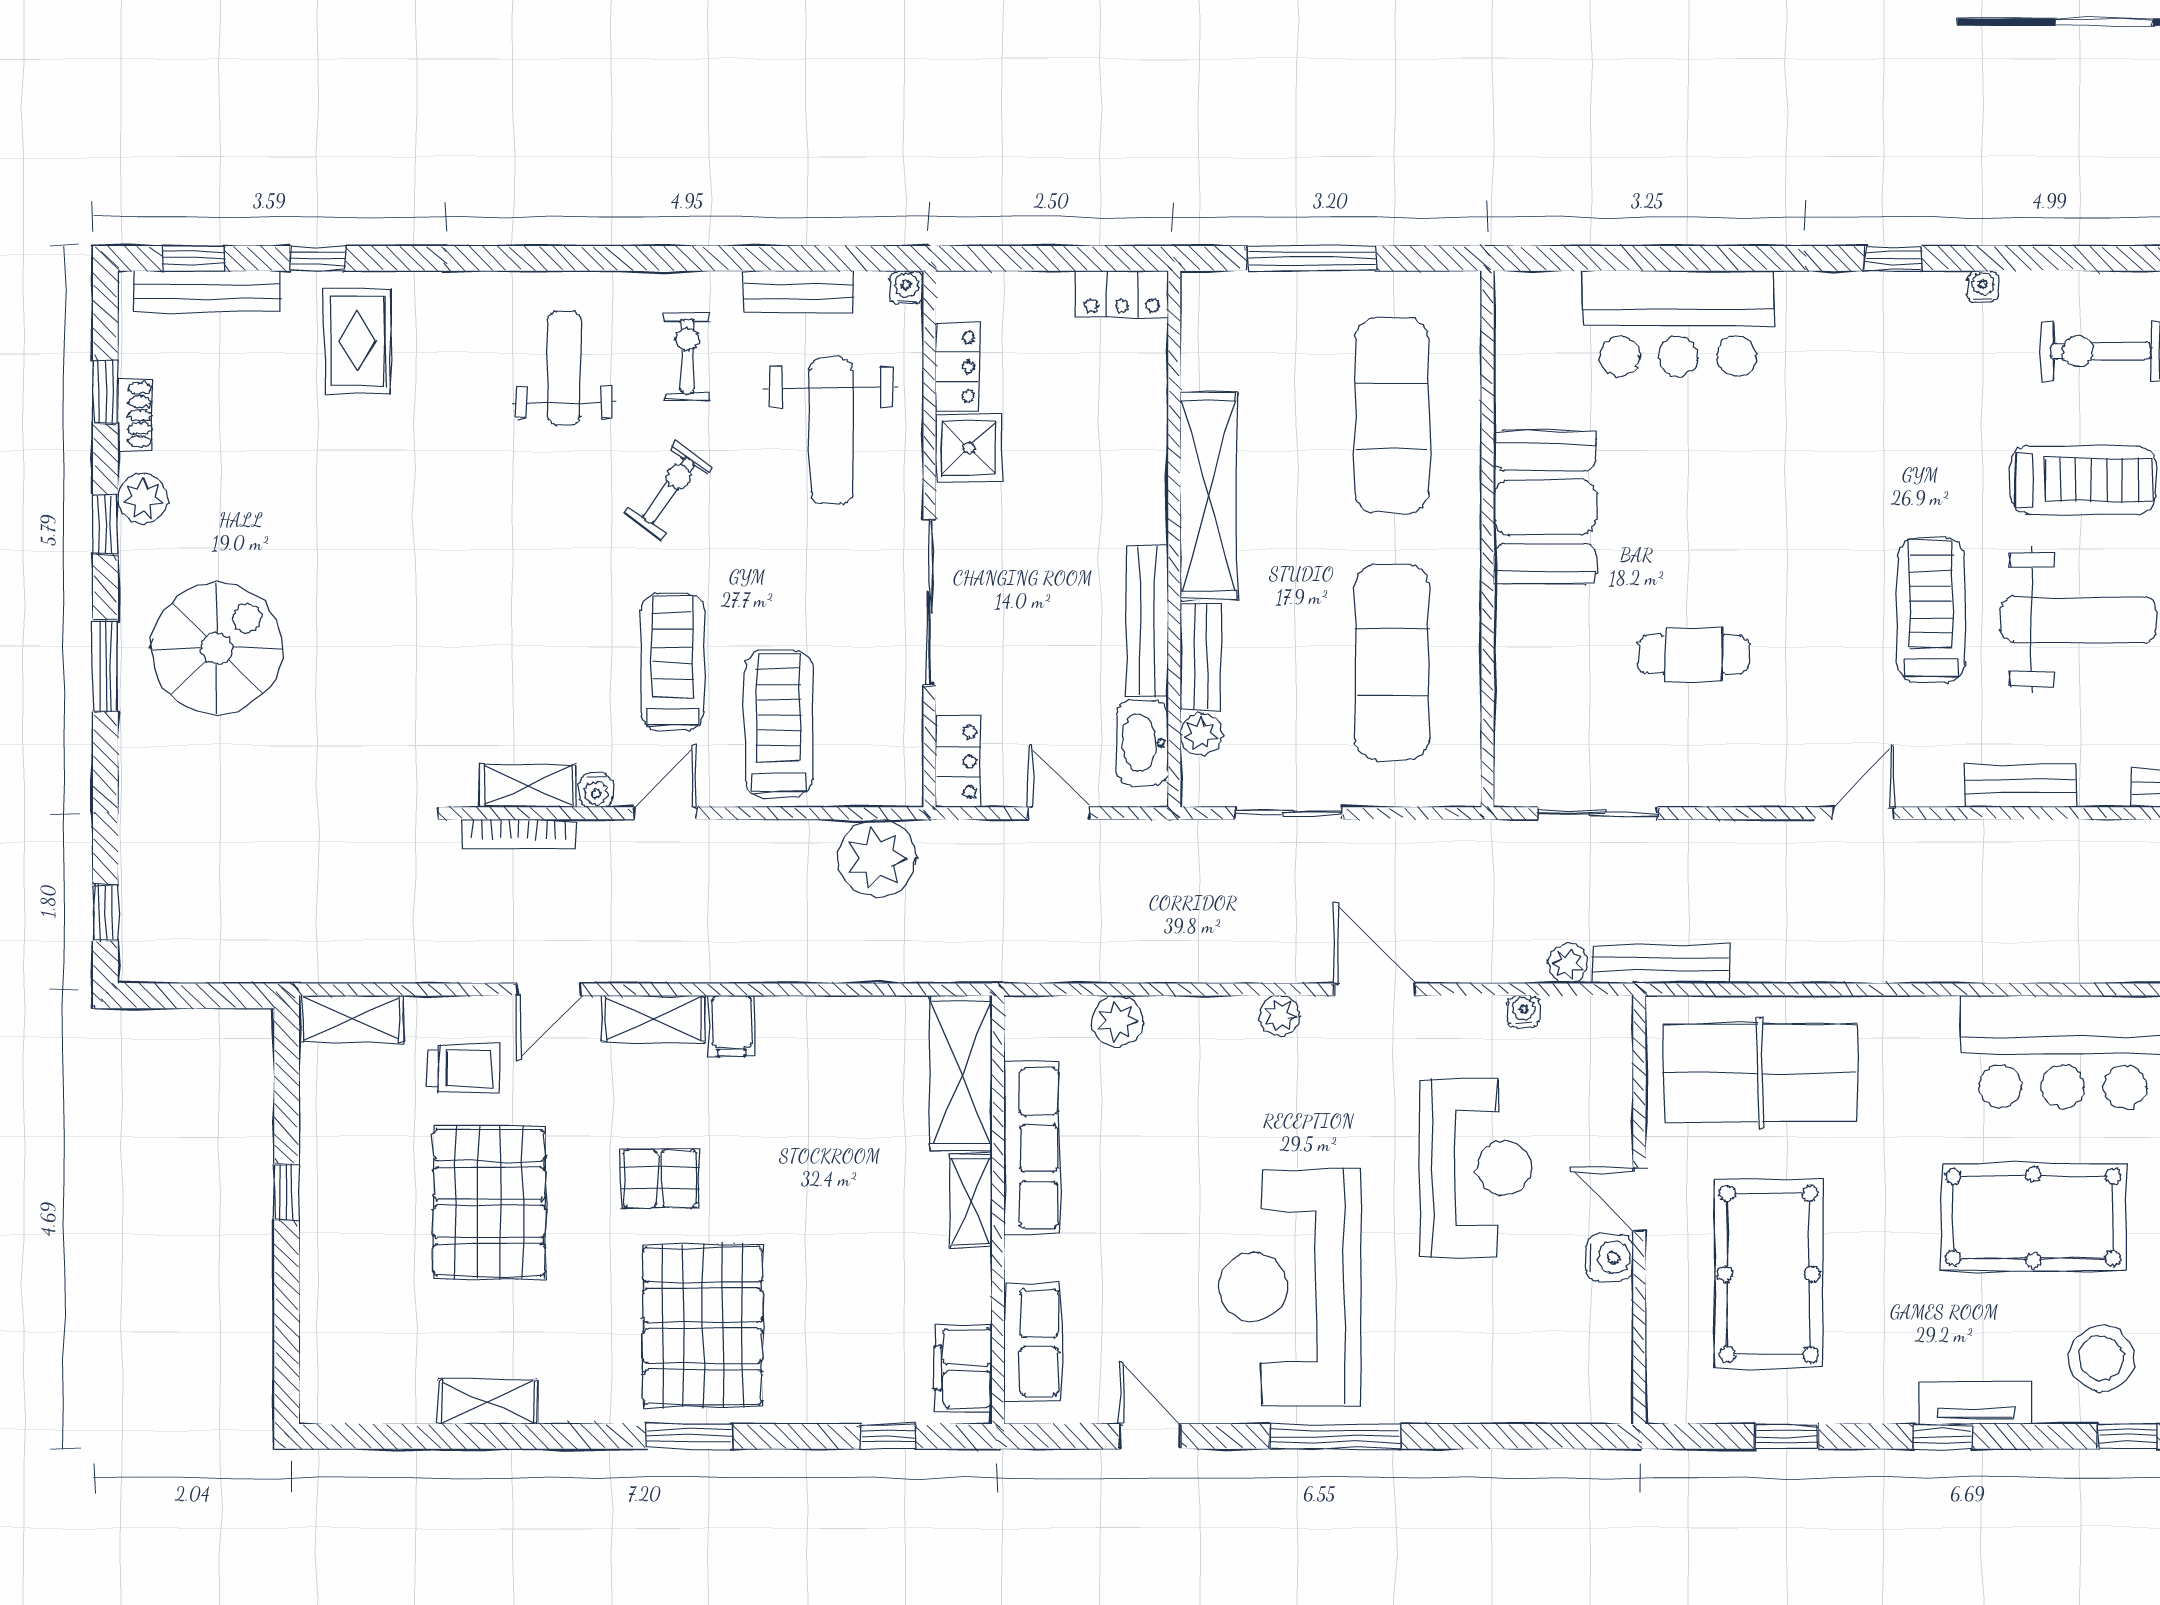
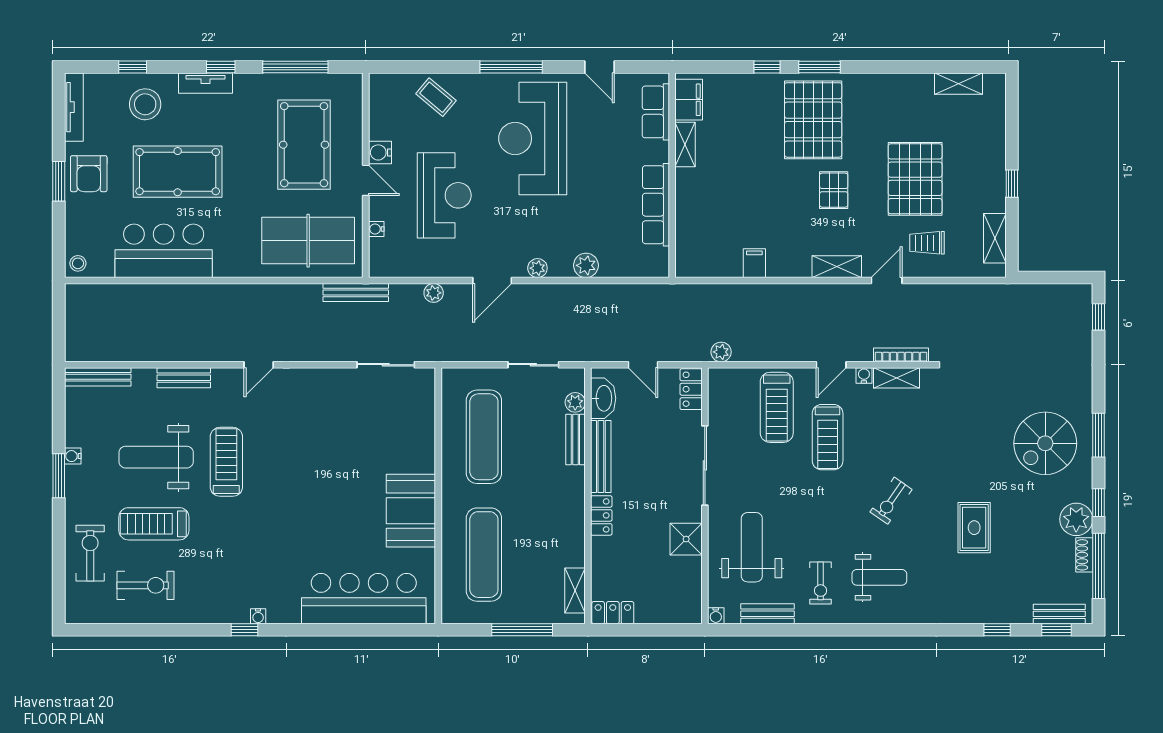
water cooler: (1983, 286) -> (258, 616), moved
bench: (207, 291) -> (1059, 614), width x0.73
bar counter: (1678, 324) -> (364, 599), width x1.36
rug: (358, 341) -> (974, 528), moved
locker: (957, 367) -> (601, 515), moved, turned 180
weight bench: (564, 368) -> (879, 577), turned -90
window: (105, 392) -> (1098, 566), width x2.17
exercise bike: (669, 490) -> (891, 501), moved
shelving: (1208, 496) -> (575, 591), moved, width x0.45, depth x0.75
plant: (143, 498) -> (1076, 519), width x1.36, depth x1.36
treadmill: (1931, 610) -> (226, 462), turned 180
cafe table: (1693, 654) -> (340, 441), removed
plant: (877, 858) -> (721, 352), width x0.53, depth x0.53
plant: (1568, 963) -> (434, 293), moved
door: (1375, 989) -> (492, 281), hinge flipped
water cooler: (1524, 1011) -> (376, 229), moved, turned 90
shelving: (351, 1019) -> (995, 238), moved, turned 90
plant: (1117, 1021) -> (586, 265), moved
filing cabinet: (732, 1026) -> (754, 263), moved
shelving: (961, 1073) -> (690, 241), removed
reception desk: (1475, 1168) -> (444, 195), turned 180
pallet: (660, 1179) -> (834, 190), turned 90
shelving: (971, 1201) -> (685, 144), moved
reception desk: (1290, 1287) -> (533, 138), turned 180
coffee table: (1492, 1373) -> (436, 97), added
shelving: (488, 1402) -> (958, 84), moved
window: (888, 1436) -> (767, 67), moved
window: (1787, 1436) -> (295, 67), width x2.17

